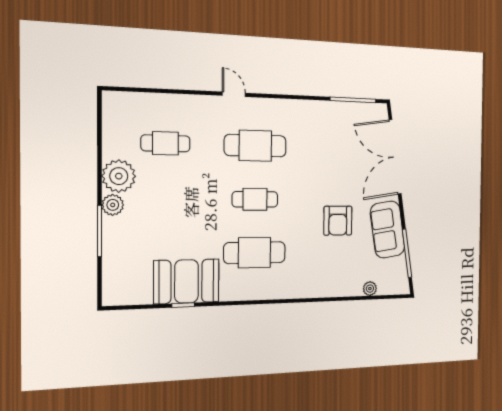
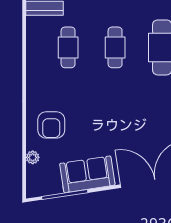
armchair: (338, 221) -> (51, 125), moved, turned -90
cafe table: (255, 253) -> (68, 47), width x0.73, depth x0.74

